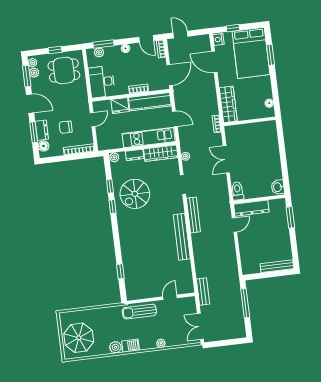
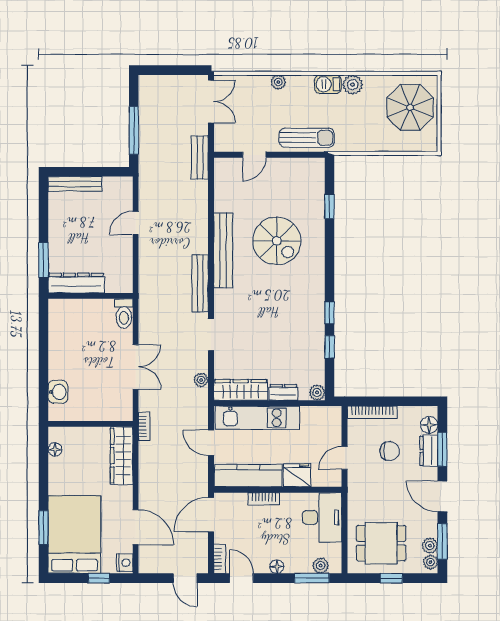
washbasin: (278, 187) -> (58, 392), moved
spiral stairs: (135, 194) -> (277, 241), moved, turned 90
dresser: (251, 208) -> (76, 283), moved
door: (234, 225) -> (136, 223), moved

